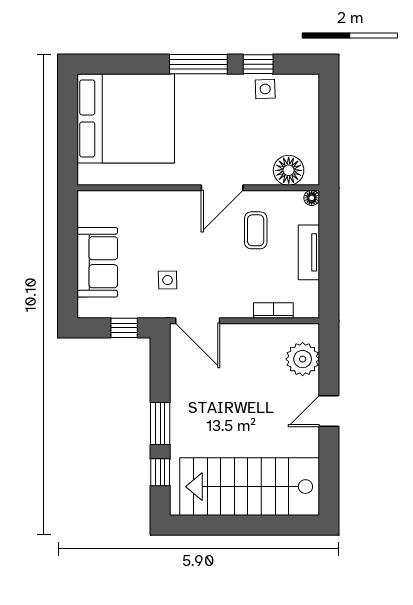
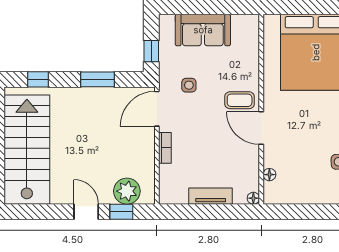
floor lamp: (289, 170) -> (269, 175), width x0.53, depth x0.53
coffee table: (256, 230) -> (240, 100), moved
bookcase: (273, 311) -> (165, 148), moved
window: (329, 366) -> (121, 212), added
window: (160, 424) -> (98, 79), moved

